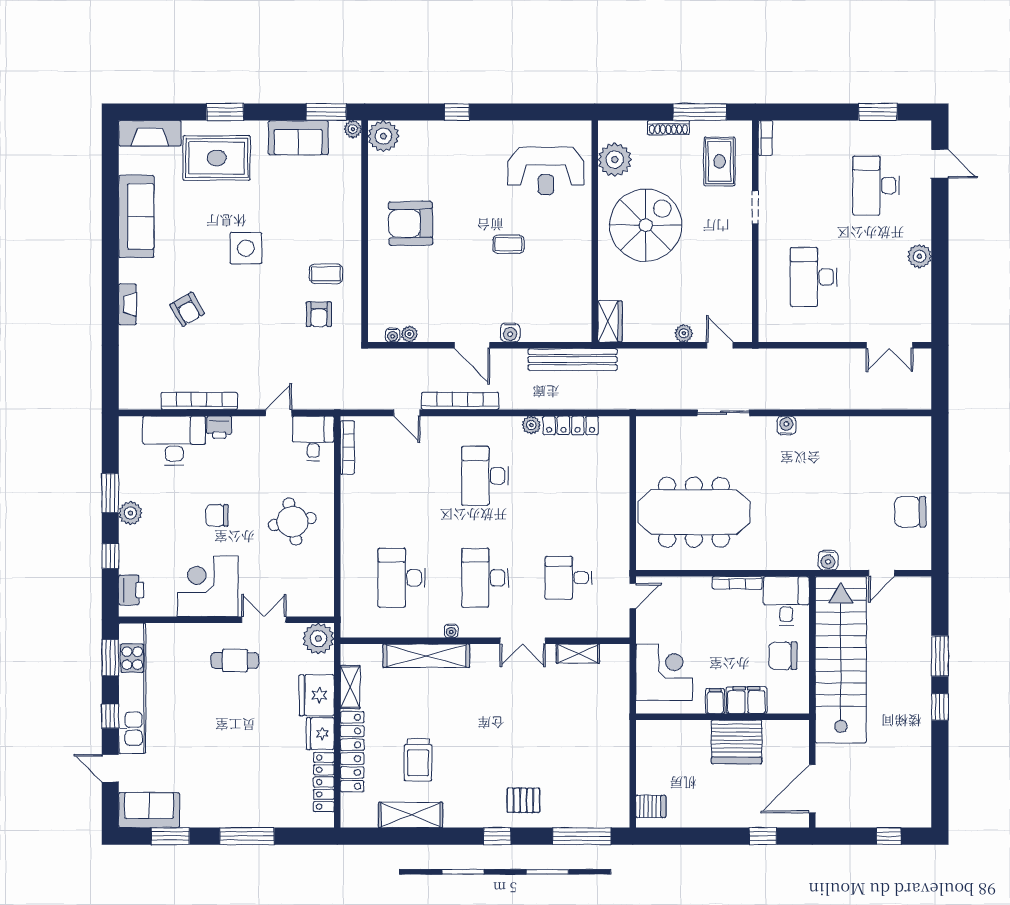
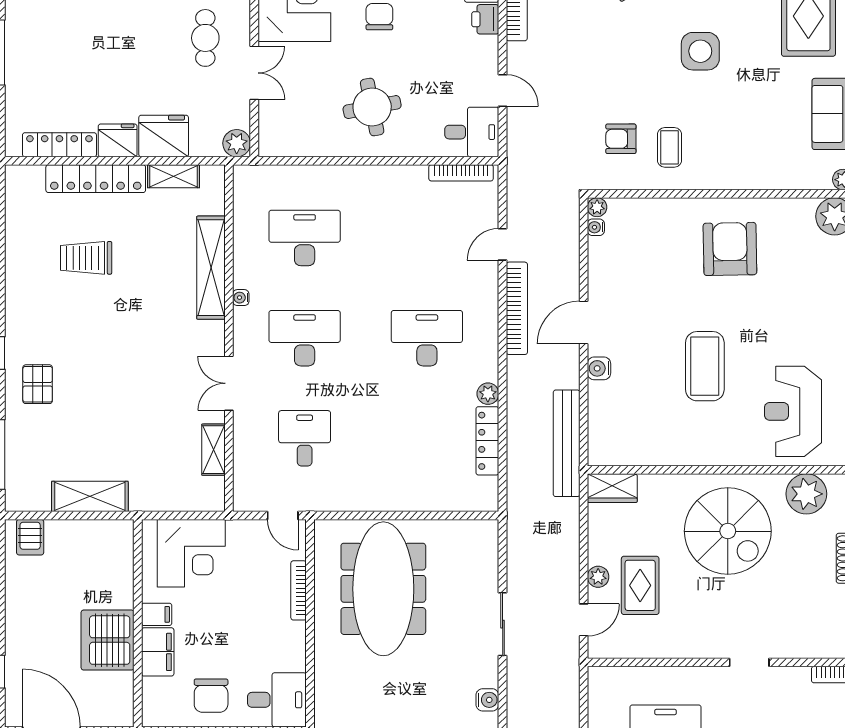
rug: (719, 161) -> (640, 585), moved, turned 90
coffee table: (508, 244) -> (705, 366), width x1.86, depth x1.72
plant: (409, 334) -> (597, 207), moved
bookcase: (737, 583) -> (299, 590), moved
plant: (318, 638) -> (237, 143), width x0.73, depth x0.73
chair: (783, 656) -> (211, 696), turned 180
shelving: (411, 815) -> (90, 496), moved, turned 90

